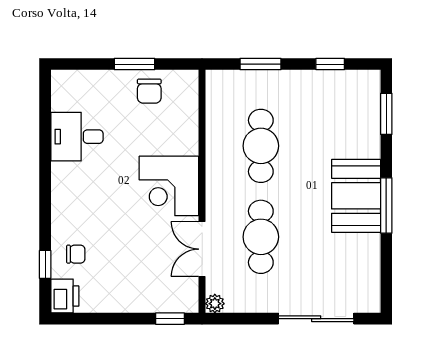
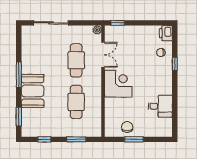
booth: (356, 196) -> (33, 91), moved
window: (45, 264) -> (175, 64), moved

